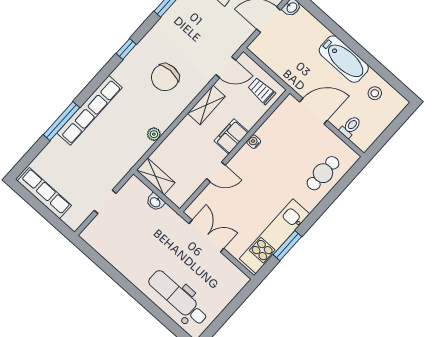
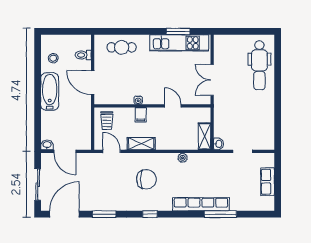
filing cabinet: (231, 136) -> (141, 115), width x0.50
row of seats: (44, 193) -> (268, 182), width x0.68
washbasin: (155, 202) -> (219, 144), moved

